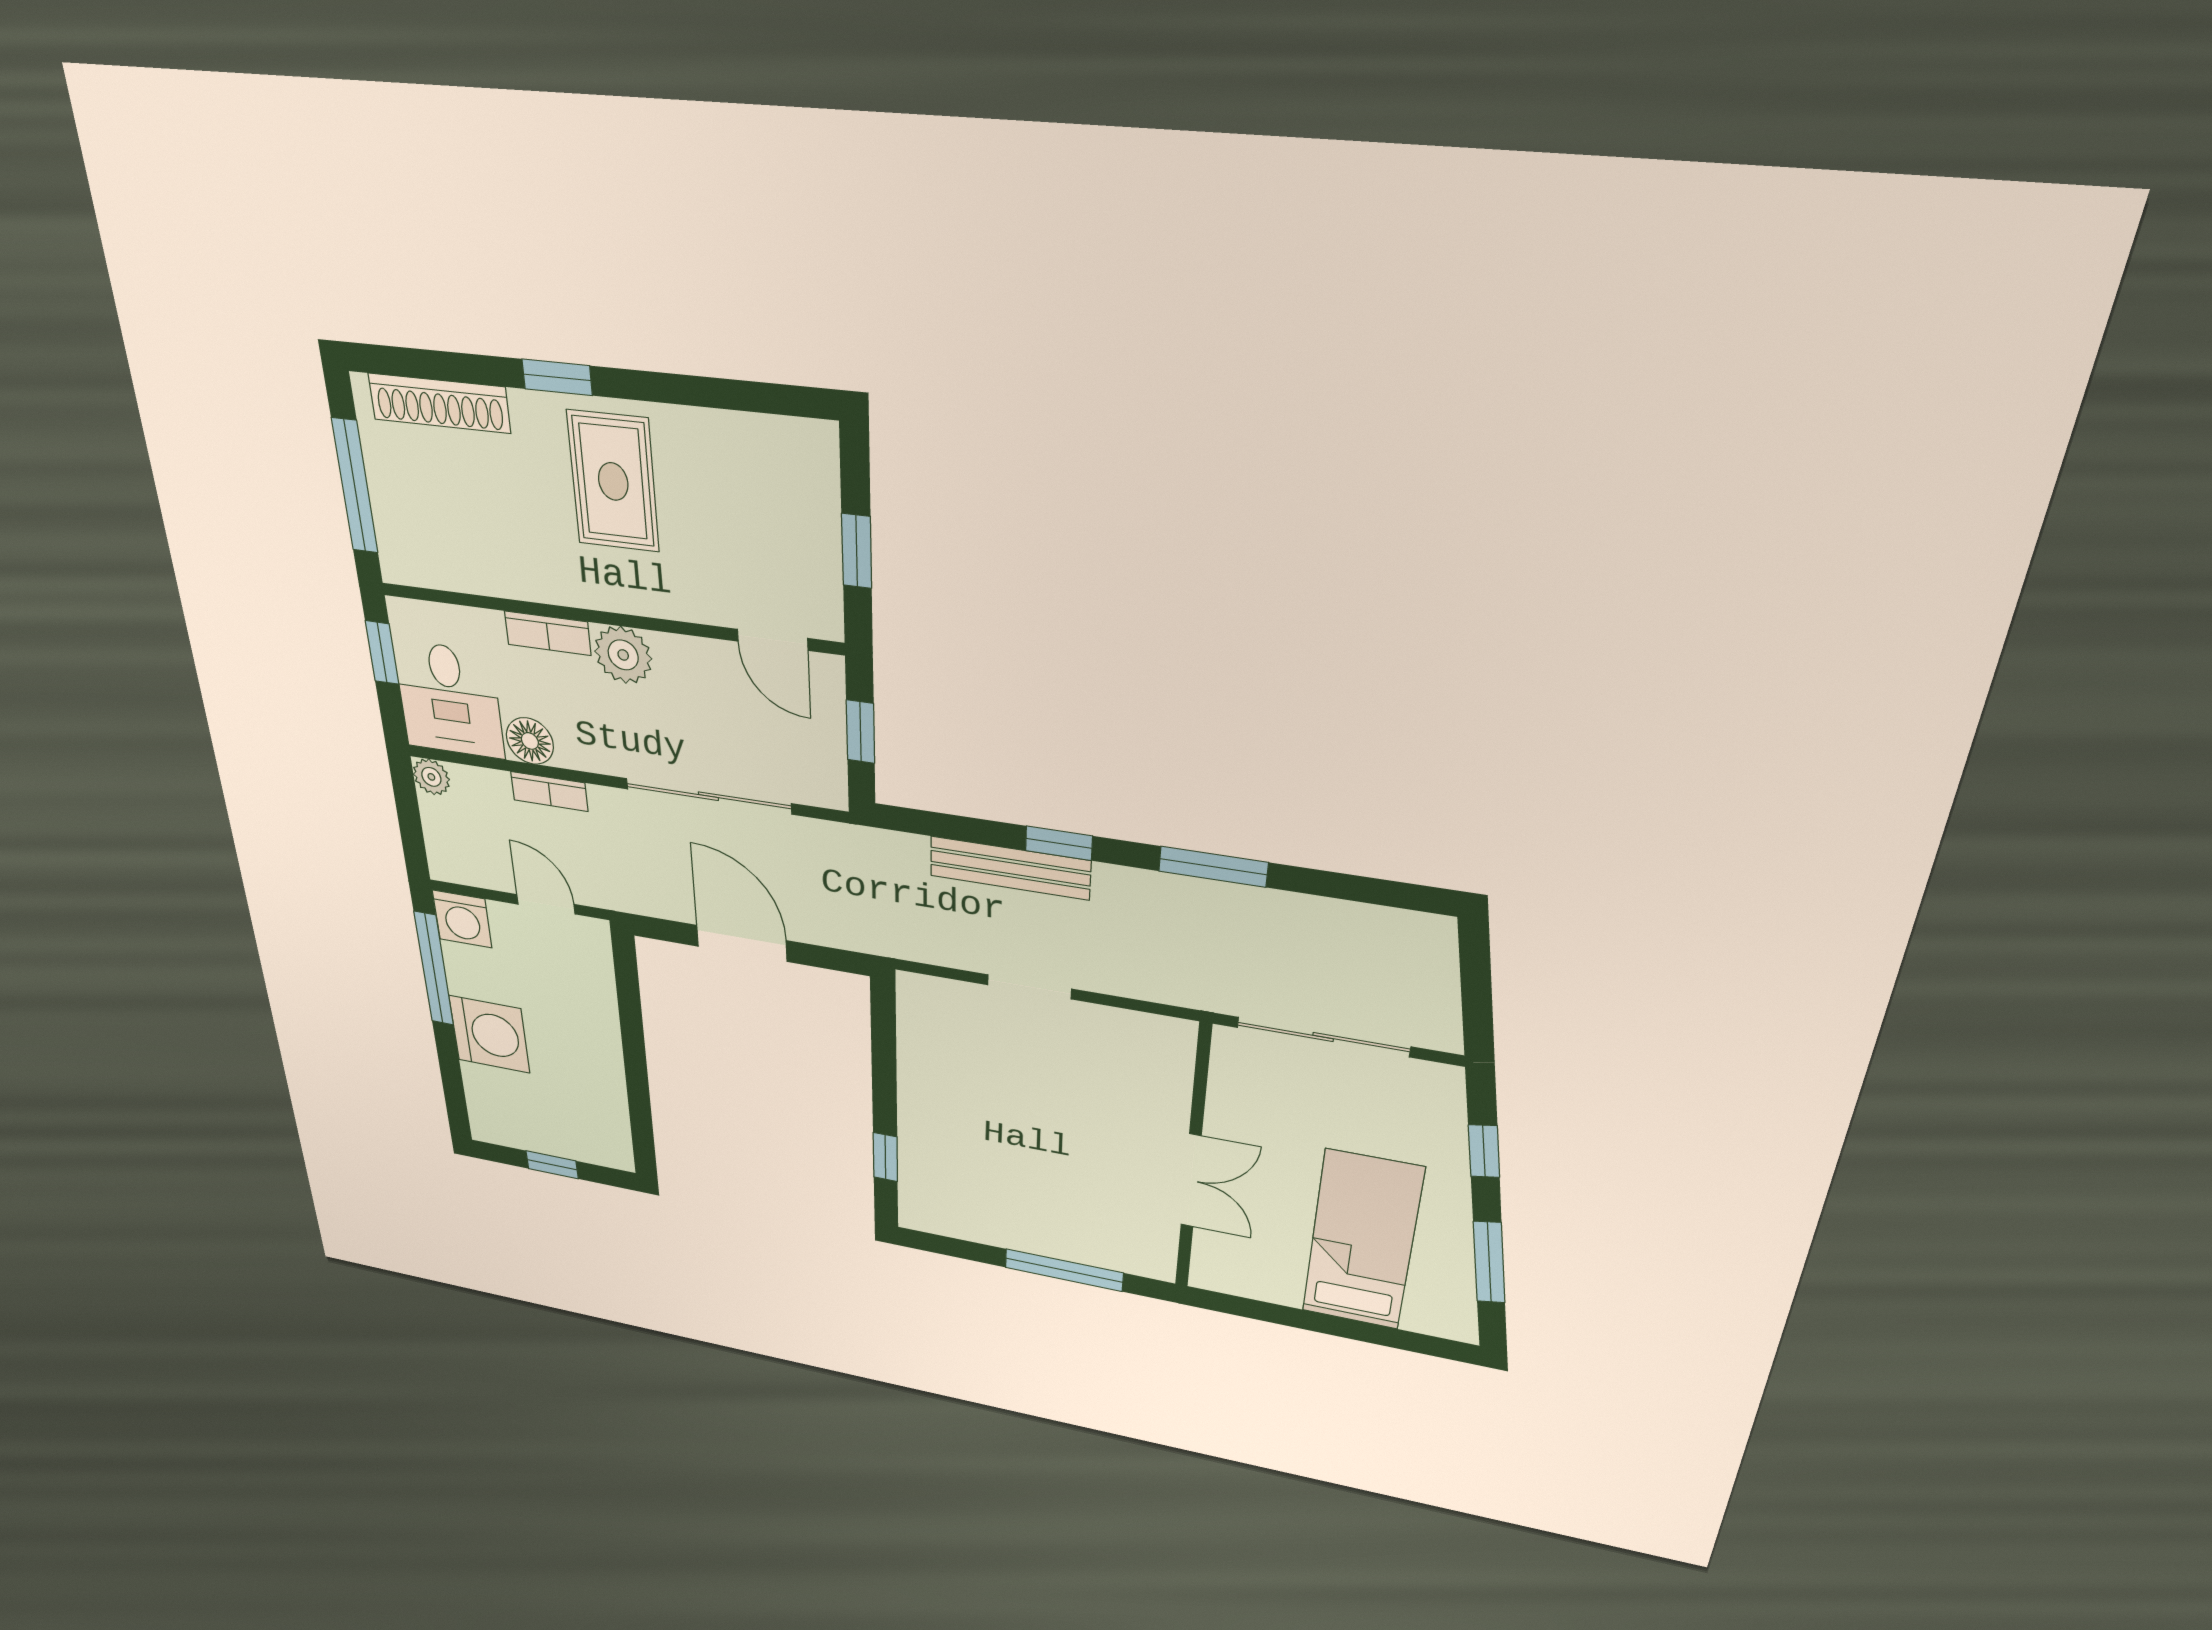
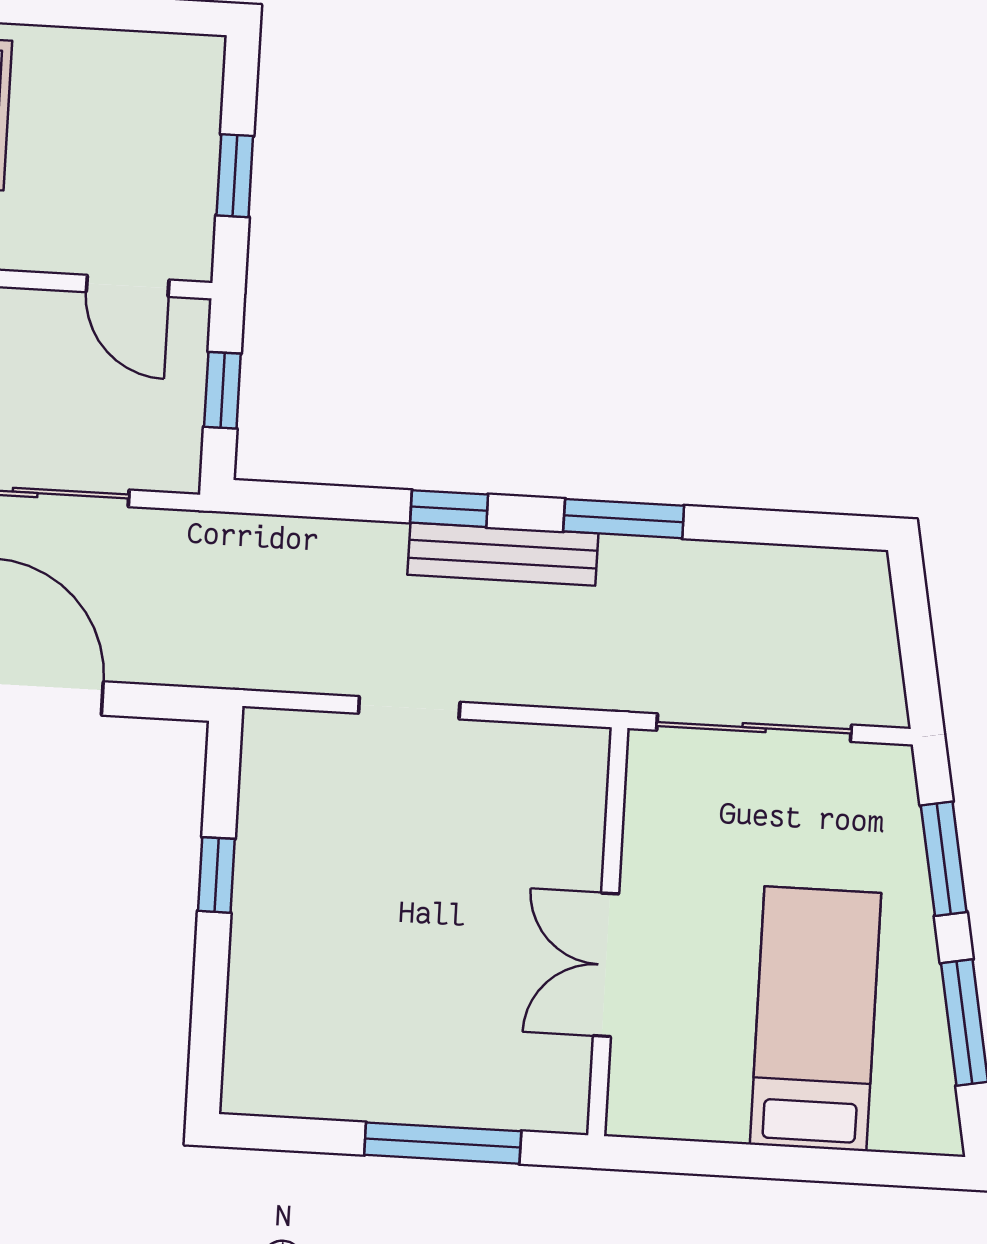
bench: (1010, 868) -> (503, 554), moved
window: (1484, 1151) -> (944, 859), width x1.50
window: (885, 1157) -> (216, 875), moved
double door: (1191, 1181) -> (606, 965), swing flipped

